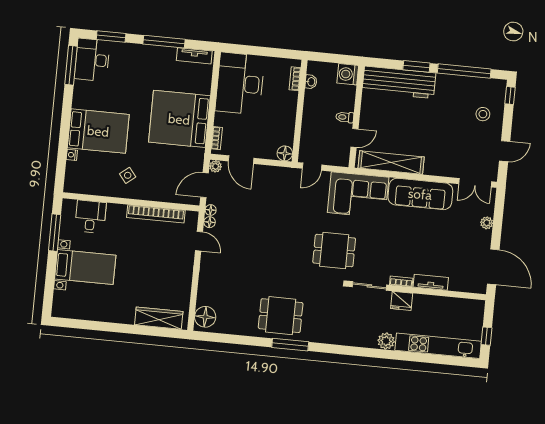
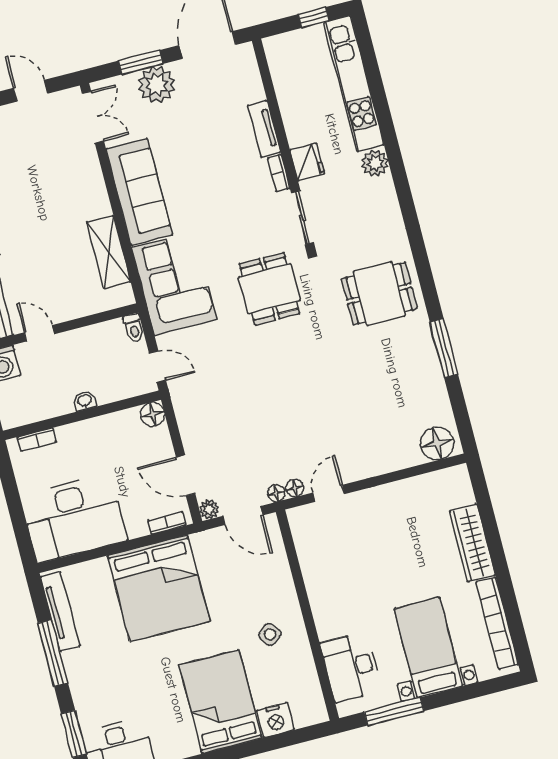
tv unit: (194, 56) -> (60, 611), width x1.41
washbasin: (311, 82) -> (85, 401), moved
toilet: (345, 117) -> (134, 328), moved
door: (354, 138) -> (39, 333), moved
nightstand: (72, 155) -> (275, 720), width x1.89, depth x1.79
door: (241, 160) -> (186, 475), swing flipped
shelving: (391, 163) -> (109, 252), width x0.68
bookcase: (156, 214) -> (497, 623), moved, turned 180
desk: (90, 217) -> (351, 667), width x1.37
plant: (487, 223) -> (157, 85), width x1.88, depth x1.88
window: (498, 223) -> (141, 62), added
dining table: (281, 316) -> (379, 294), moved, turned 90
wardrobe: (159, 318) -> (472, 543), moved
window: (290, 345) -> (444, 348), moved

